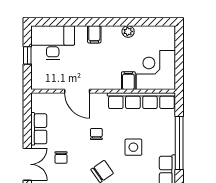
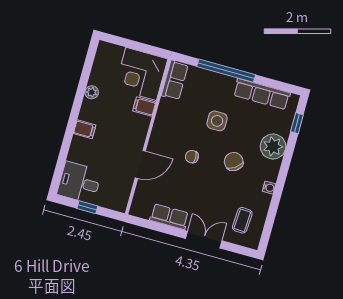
desk: (53, 43) -> (79, 183), width x0.73
row of seats: (141, 101) -> (175, 80), width x0.50
chair: (61, 157) -> (207, 201), removed

